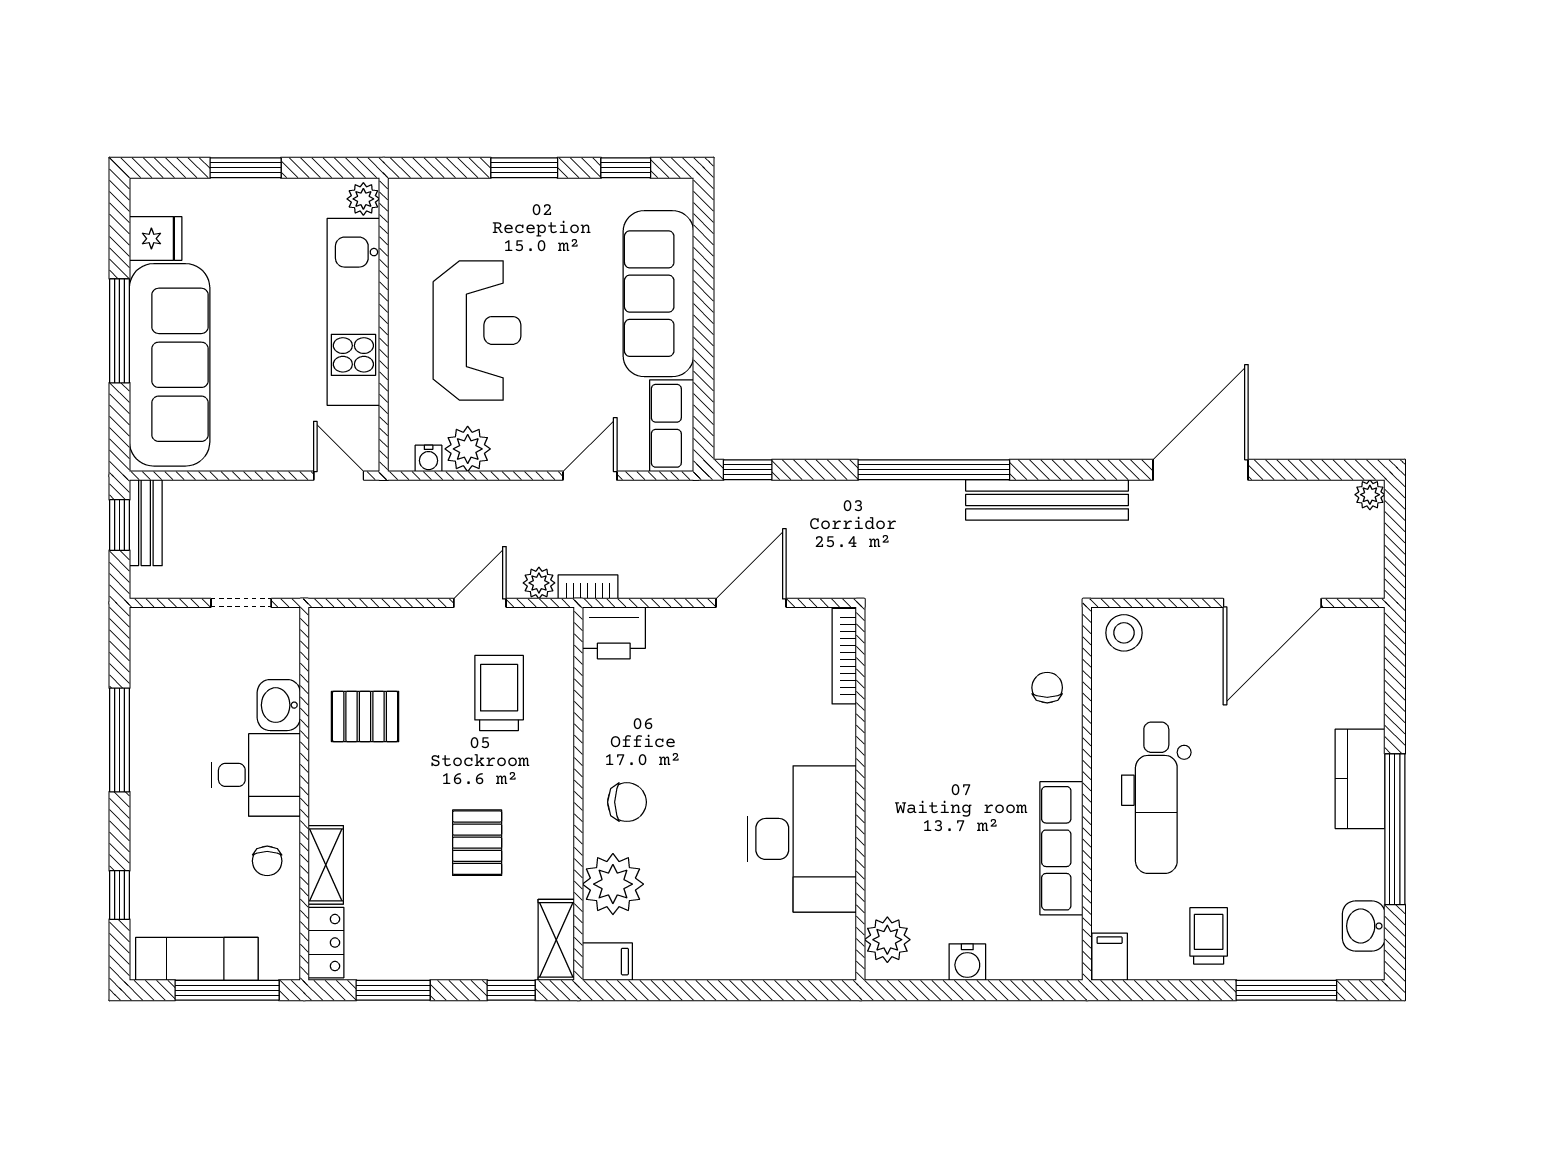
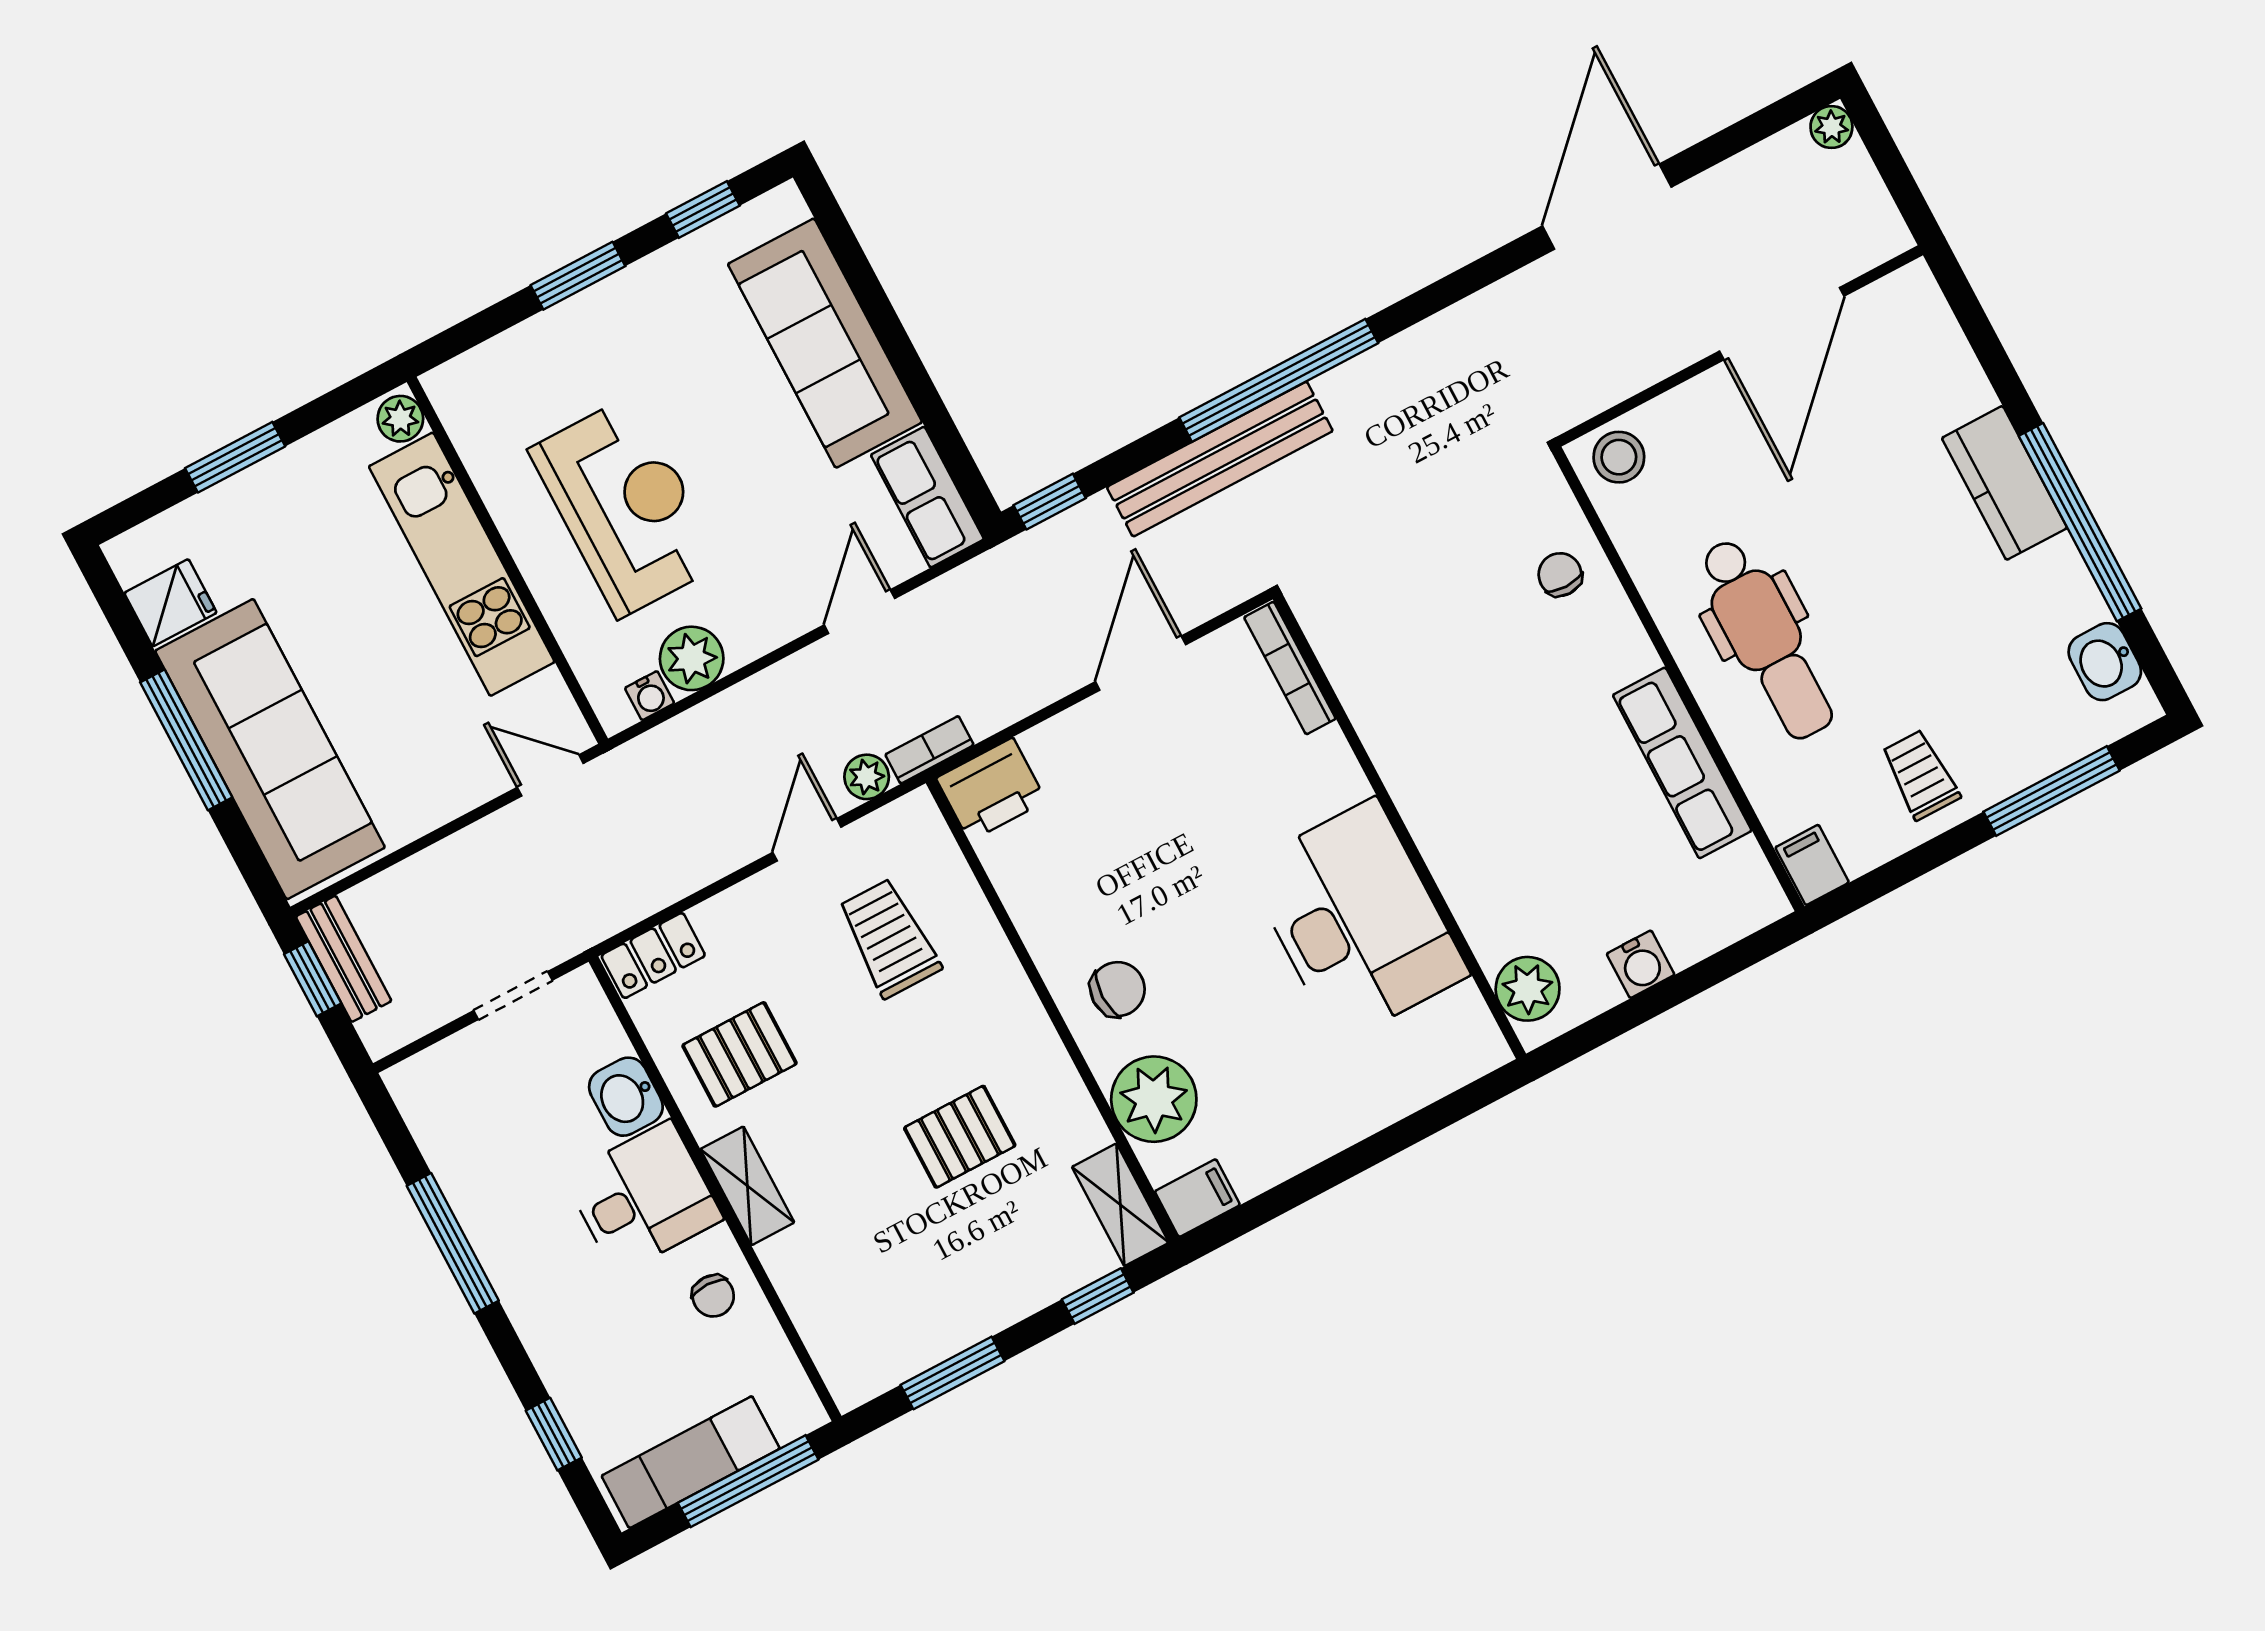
bench: (1047, 500) -> (1220, 459), moved
pallet: (477, 843) -> (960, 1137), turned 90
shelving: (326, 865) -> (747, 1186), moved
locker: (326, 943) -> (653, 956), moved, turned 90

